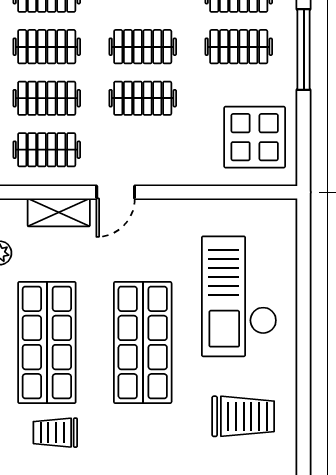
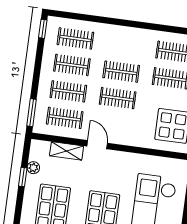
door: (116, 192) -> (97, 145), swing flipped

